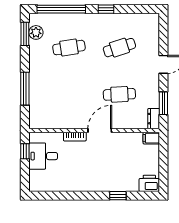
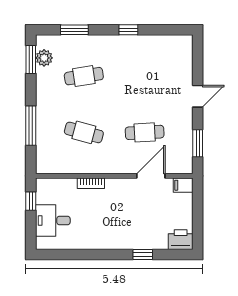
window: (61, 9) -> (74, 30), width x0.47
cafe table: (119, 48) -> (84, 132), moved, turned 33
dresser: (154, 119) -> (186, 162), removed
door: (100, 130) -> (151, 176), moved
desk: (43, 156) -> (53, 220), moved

